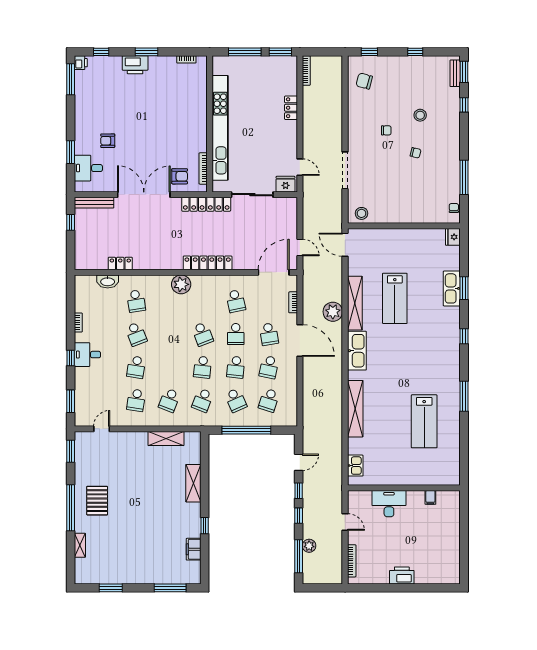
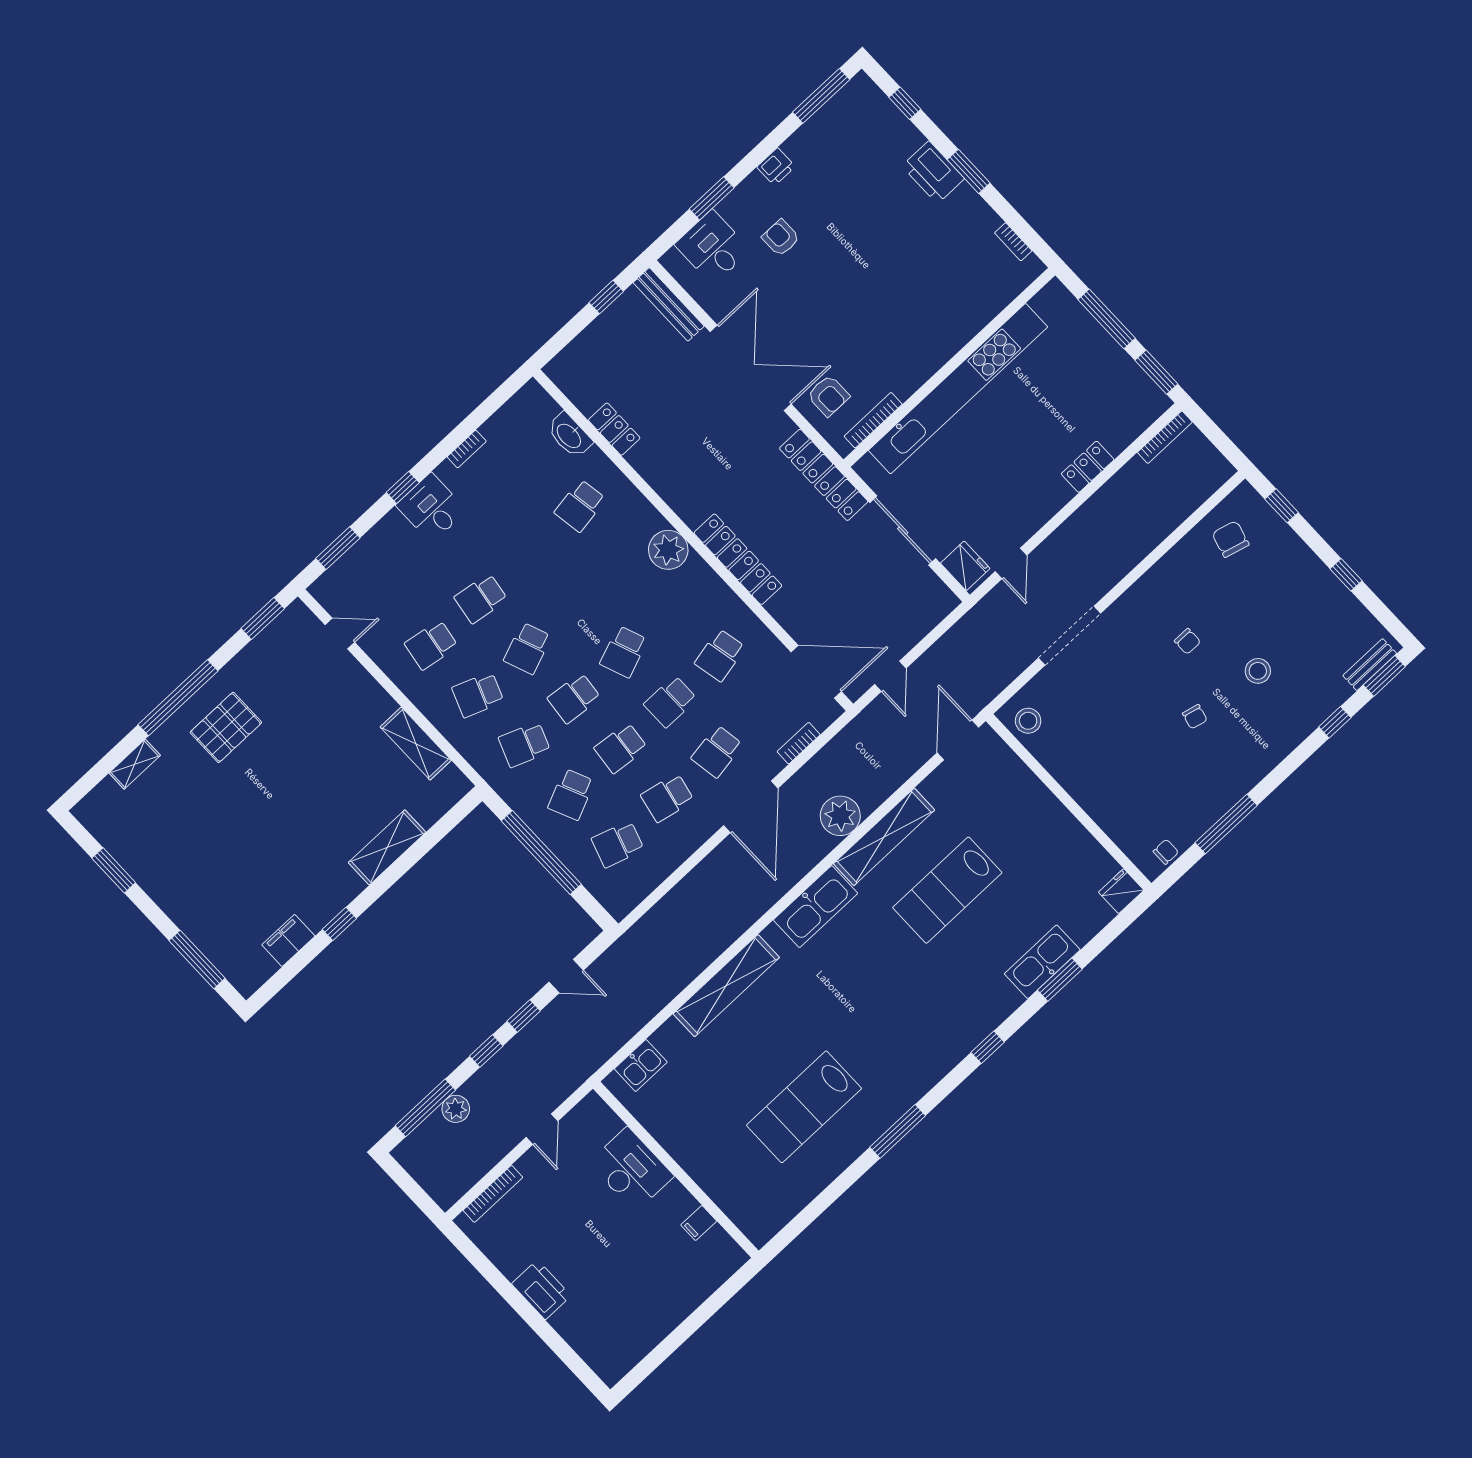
printer: (81, 63) -> (776, 167), moved
school desk: (136, 334) -> (527, 648), moved

